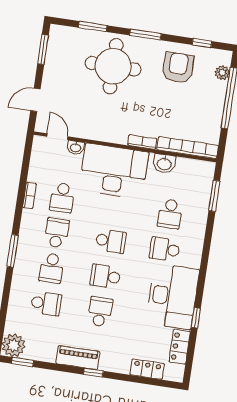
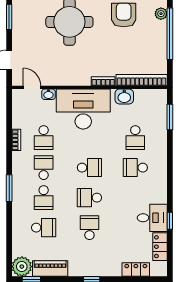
desk: (172, 296) -> (152, 218), width x0.53, depth x0.77
piano: (78, 358) -> (50, 269), moved

